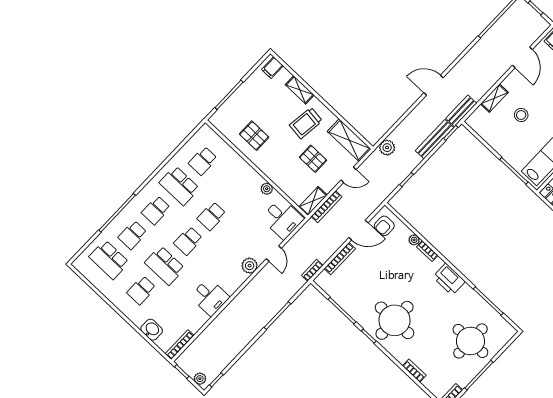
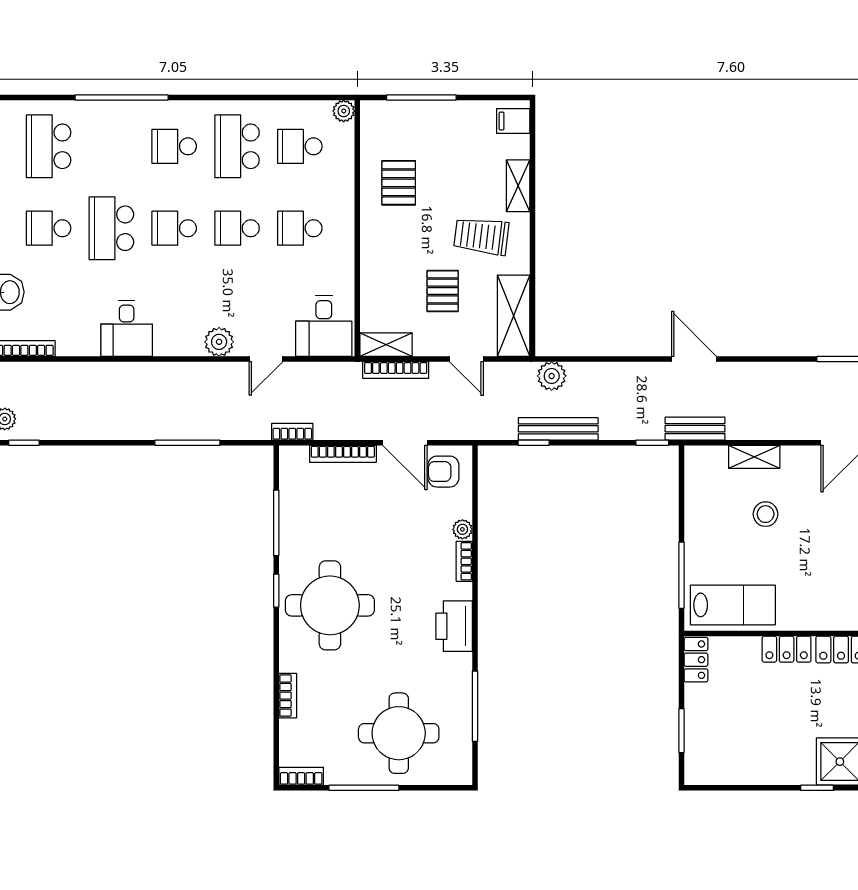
bench: (434, 139) -> (558, 429), moved
plant: (267, 189) -> (344, 111), moved
school desk: (133, 235) -> (300, 228), moved

